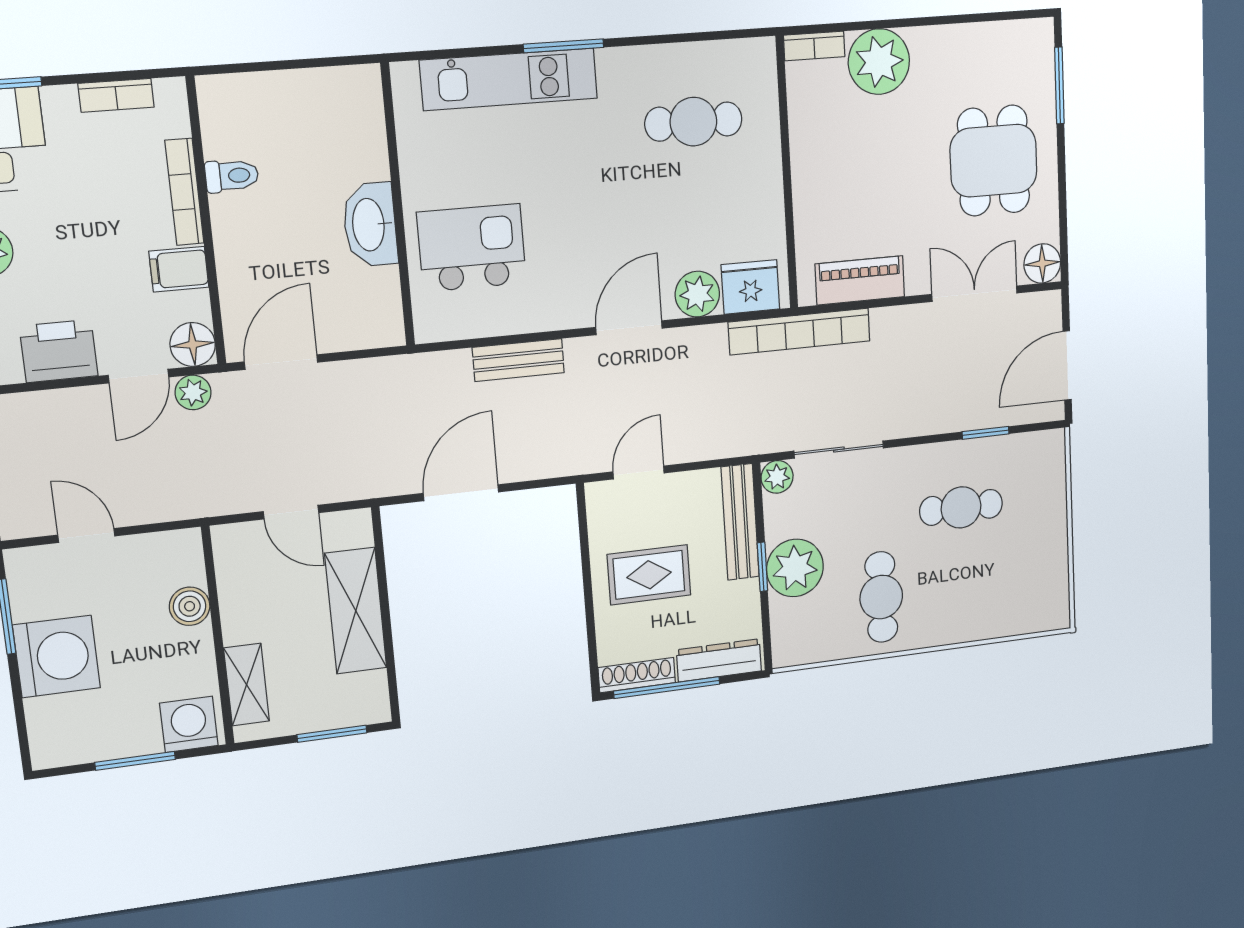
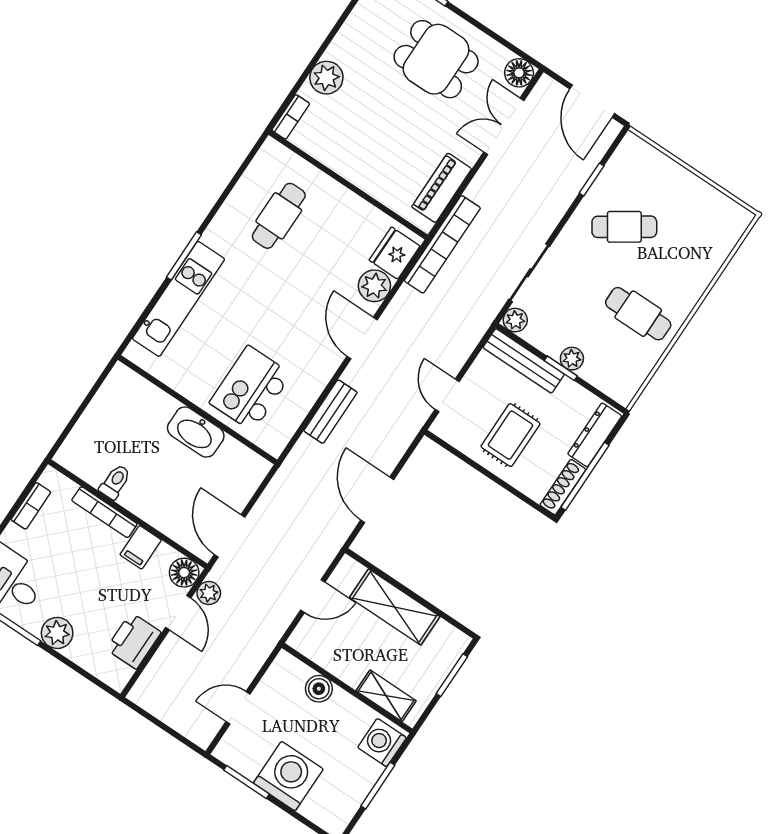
plant: (879, 62) -> (326, 78), width x0.73, depth x0.73
cafe table: (961, 507) -> (624, 227), turned 56
plant: (795, 568) -> (572, 359), width x0.53, depth x0.53

